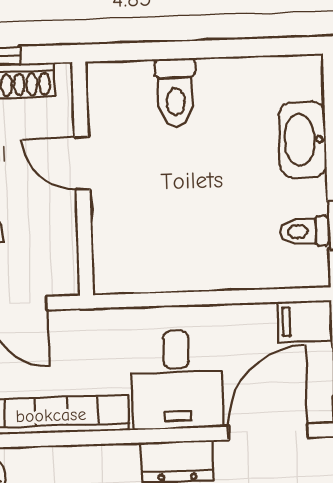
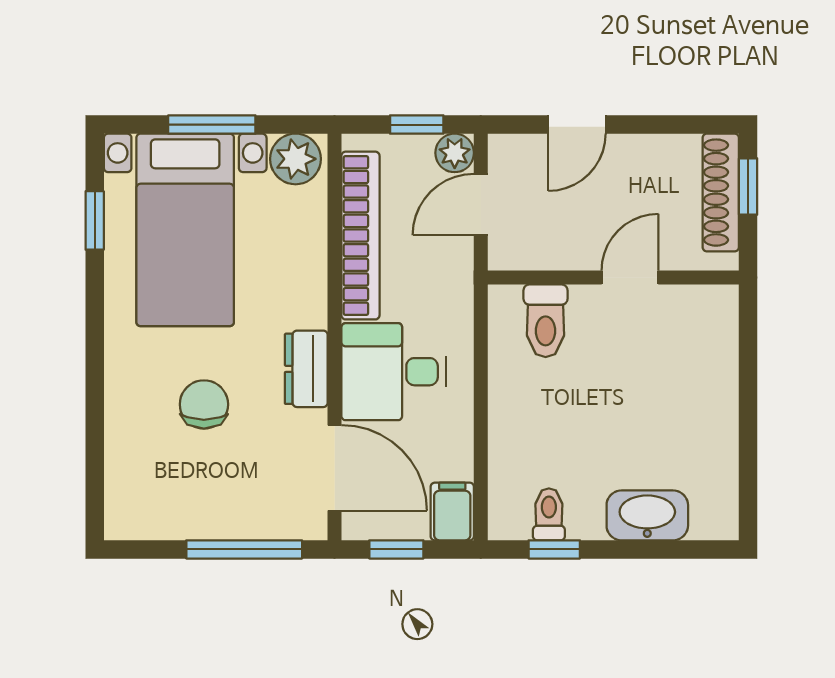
toilet: (175, 92) -> (546, 321), moved, turned -90

